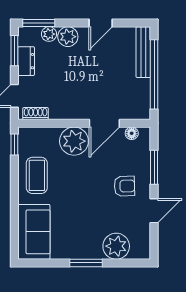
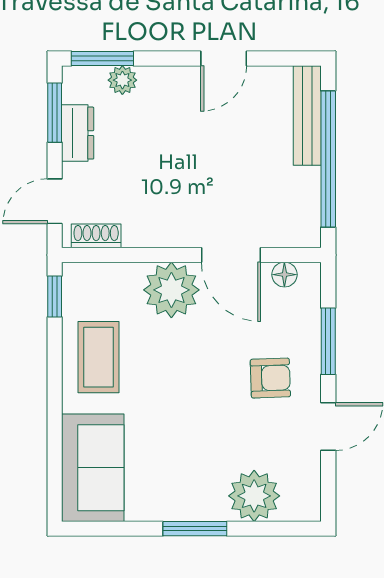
plant: (68, 37) -> (159, 85), removed
door: (104, 123) -> (231, 255), hinge flipped

